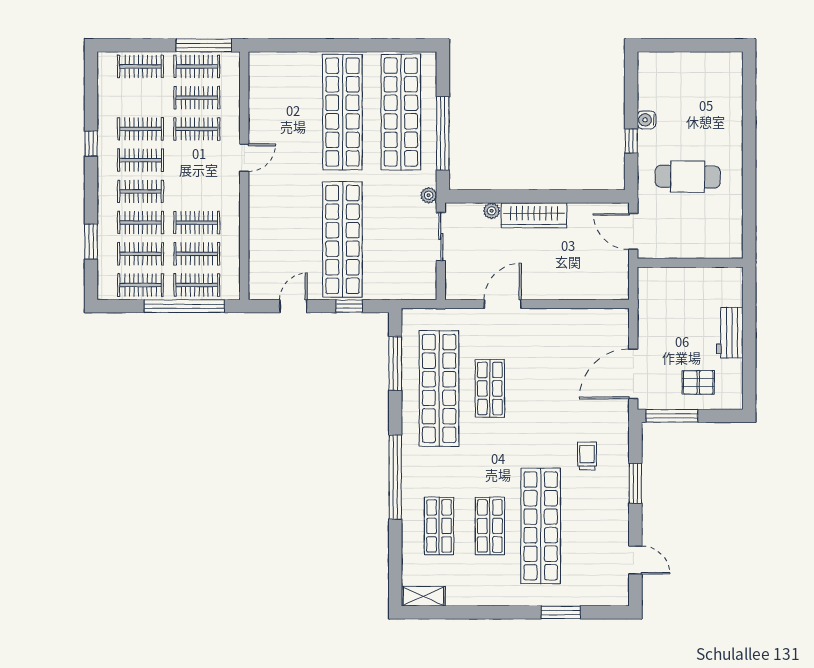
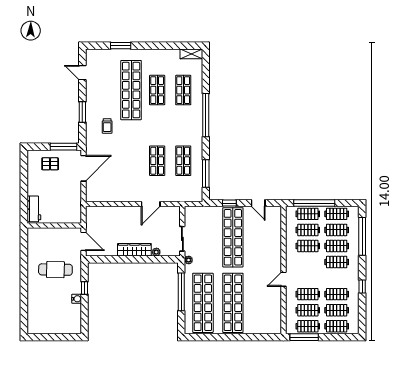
clothes rail: (141, 160) -> (337, 310), moved
window: (91, 241) -> (362, 236), width x2.11
door: (293, 306) -> (258, 203), hinge flipped
workbench: (730, 333) -> (34, 209), moved
shop shelf: (439, 388) -> (183, 161), width x0.50, depth x0.74

